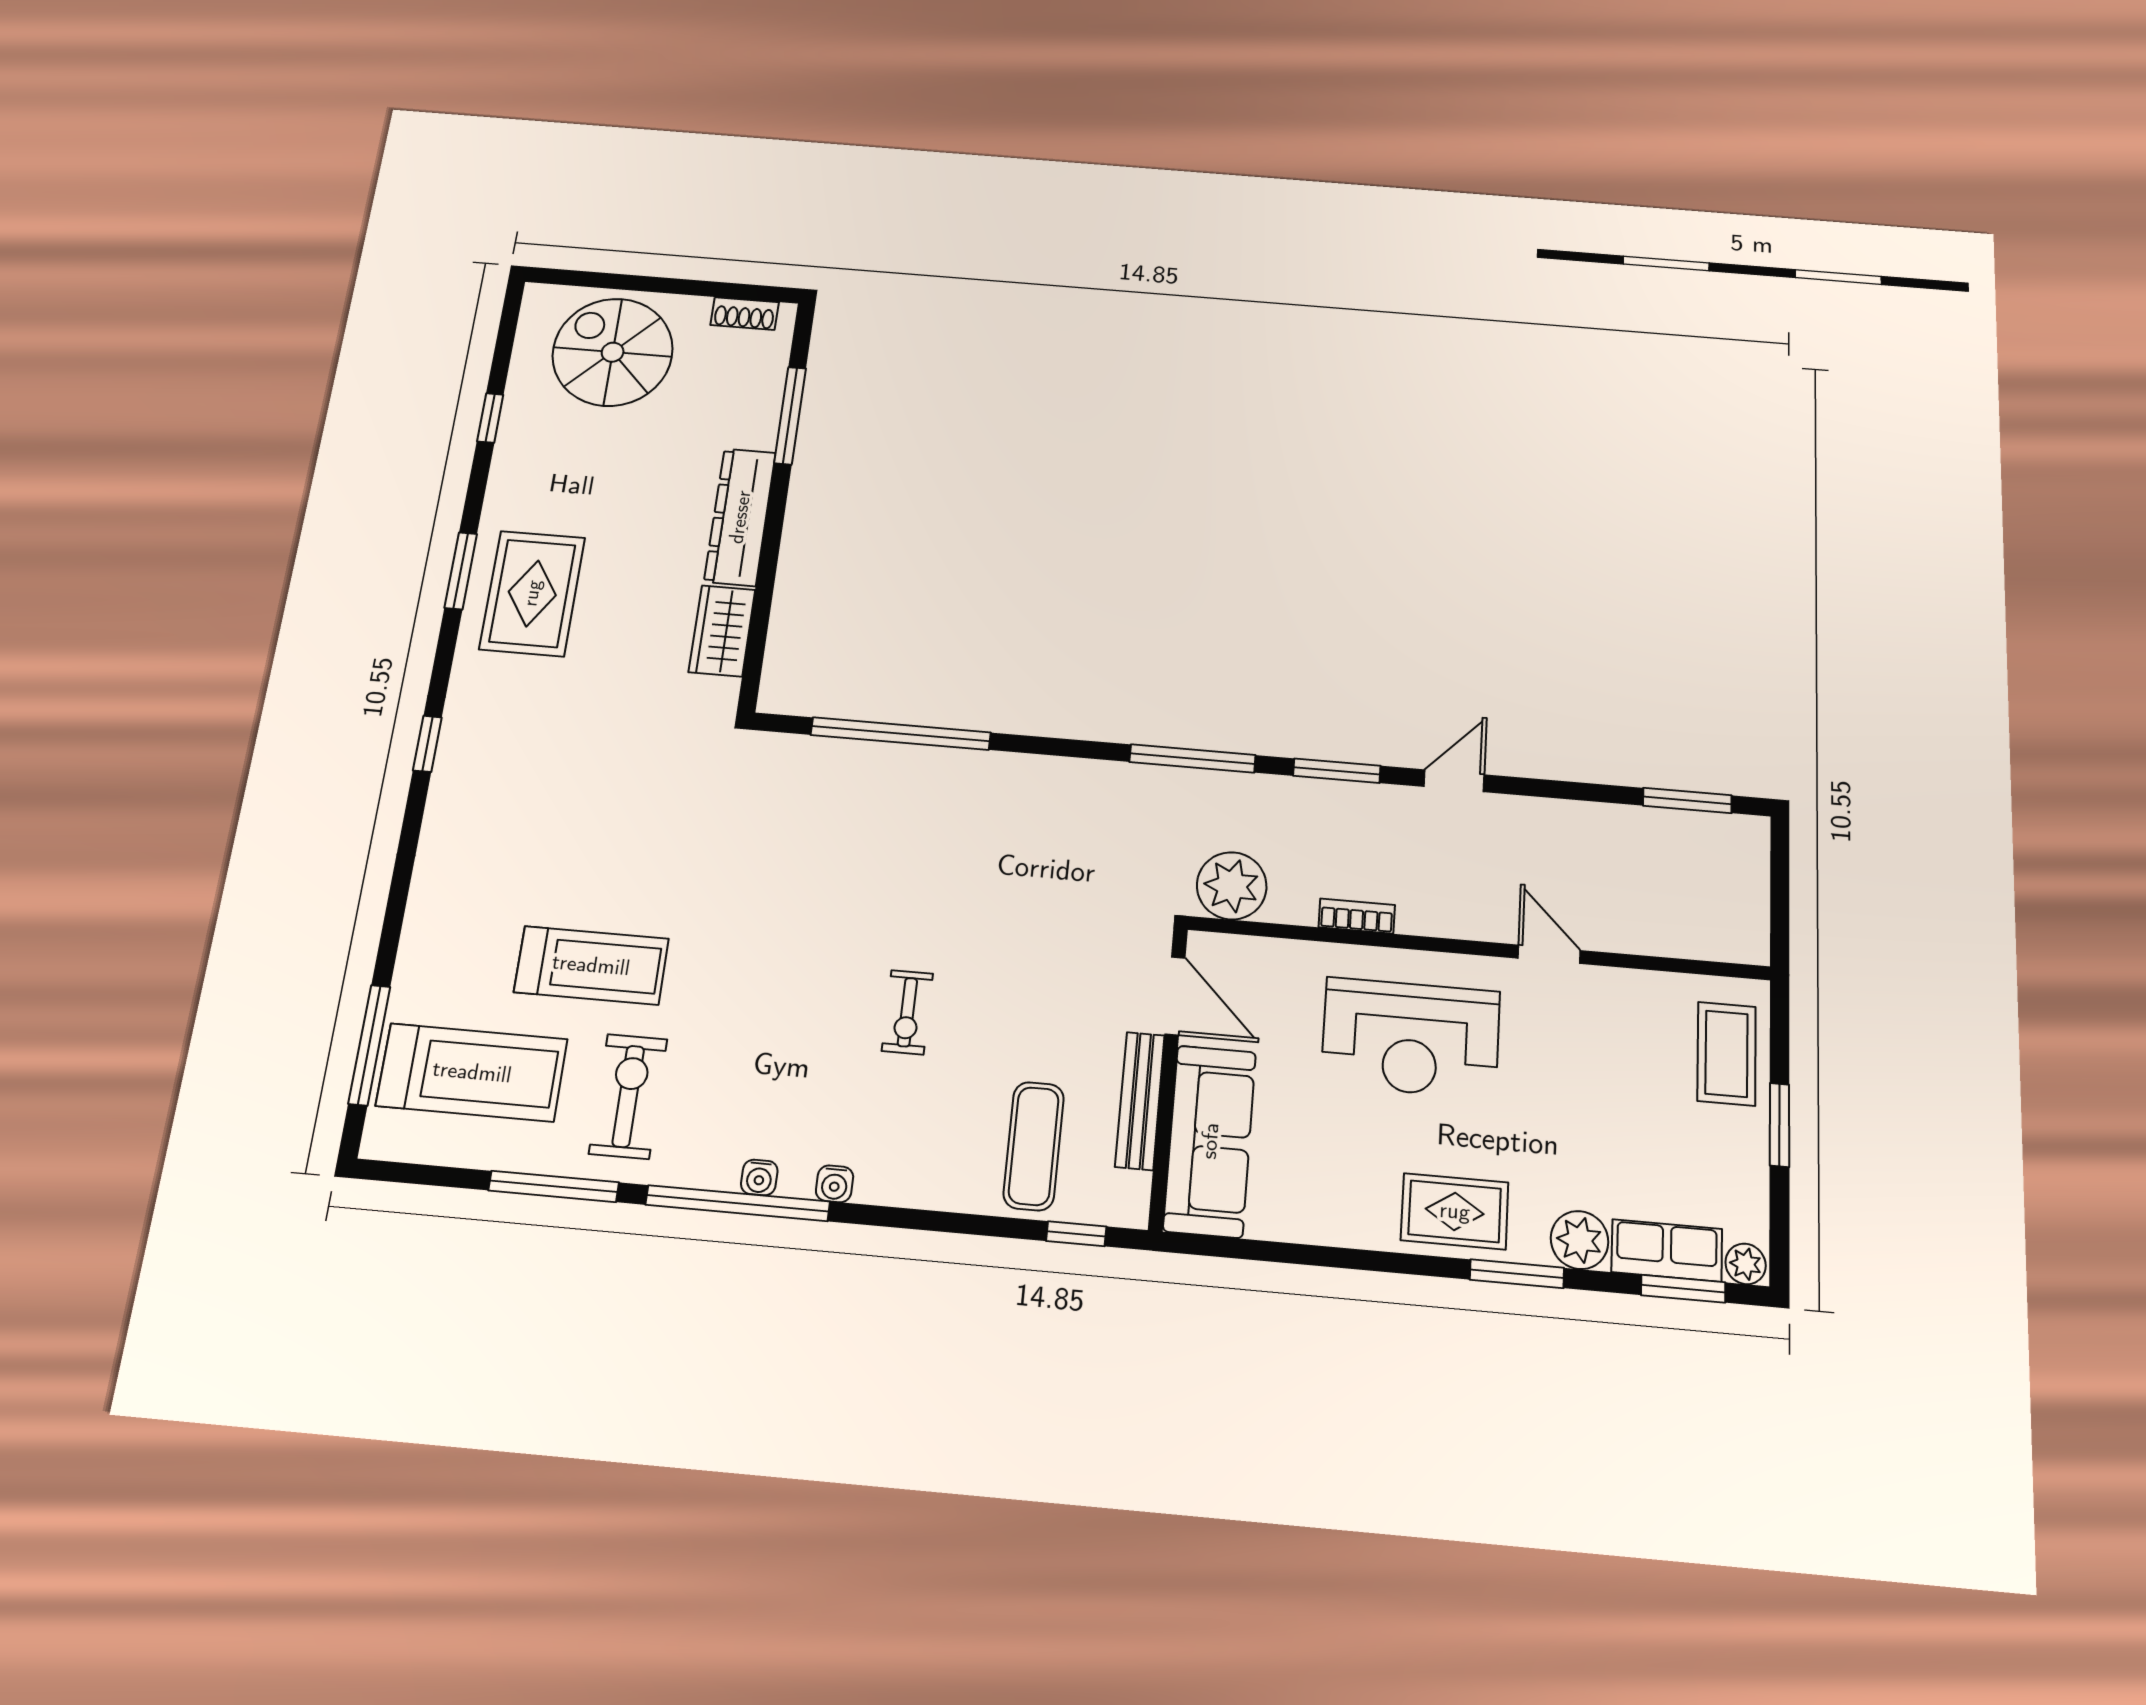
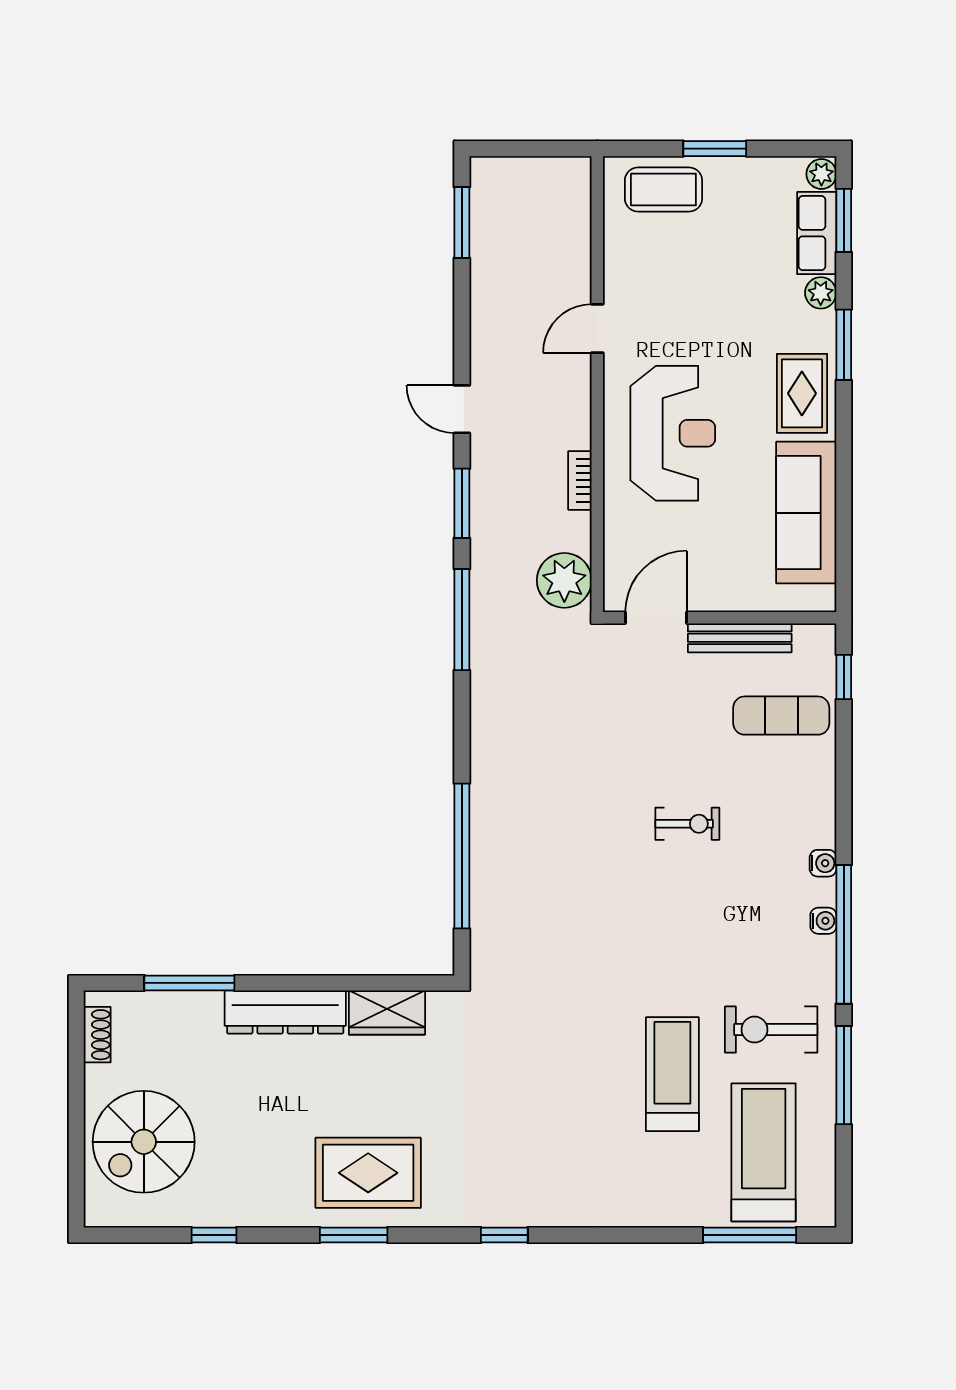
sofa: (1210, 1141) -> (806, 513), moved, turned -90
plant: (1580, 1240) -> (821, 293), width x0.73, depth x0.73

